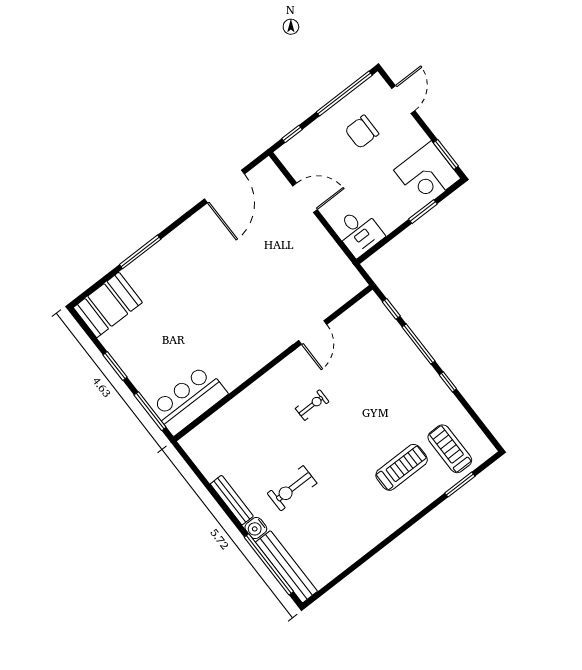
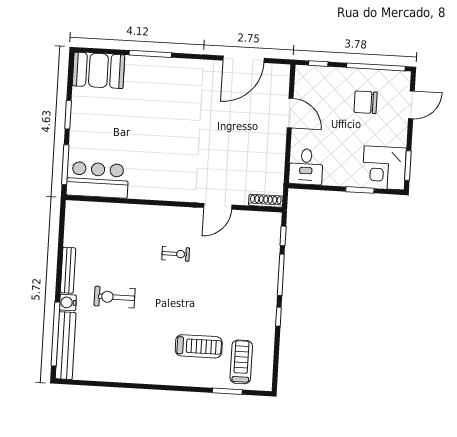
shoe rack: (350, 292) -> (266, 201), added

